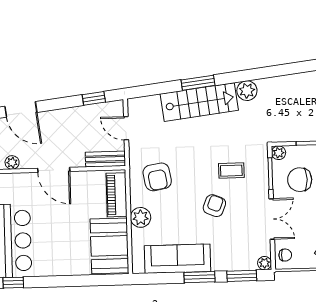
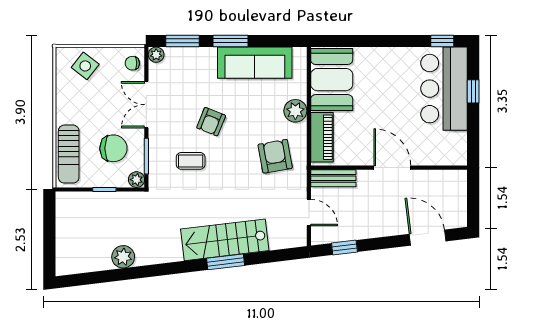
plant: (247, 91) -> (123, 257), moved
plant: (12, 162) -> (439, 178), removed

